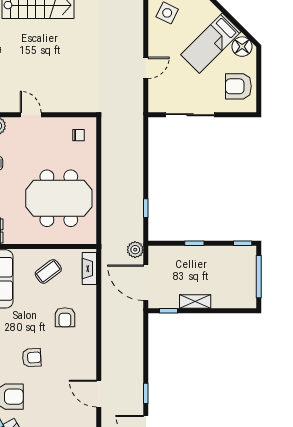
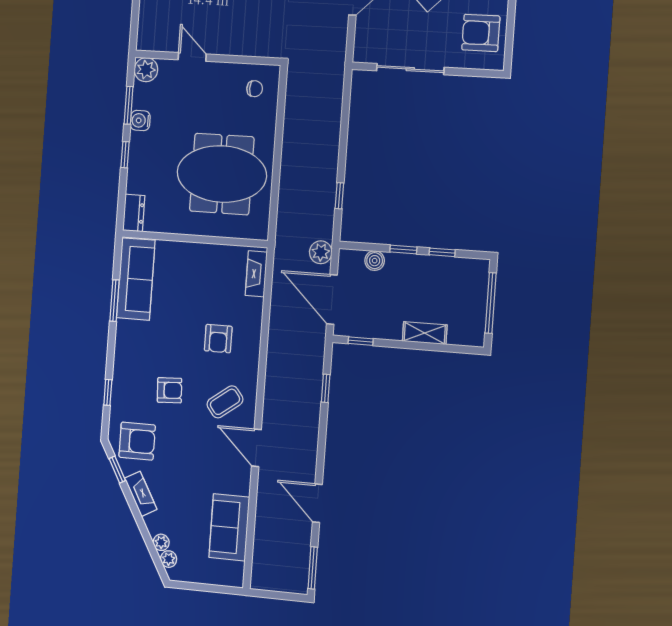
window: (243, 243) -> (442, 252), moved
boiler: (174, 253) -> (375, 261), added
coffee table: (48, 271) -> (225, 402), moved
shelving: (195, 301) -> (425, 333), moved
window: (146, 393) -> (326, 388), moved

